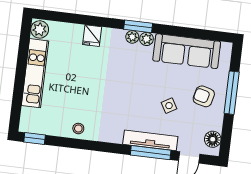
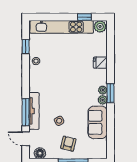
window: (23, 50) -> (84, 17), added
sofa: (187, 51) -> (98, 122), width x0.73
kitchen unit: (35, 73) -> (62, 27), width x1.36
window: (35, 138) -> (26, 47), moved

